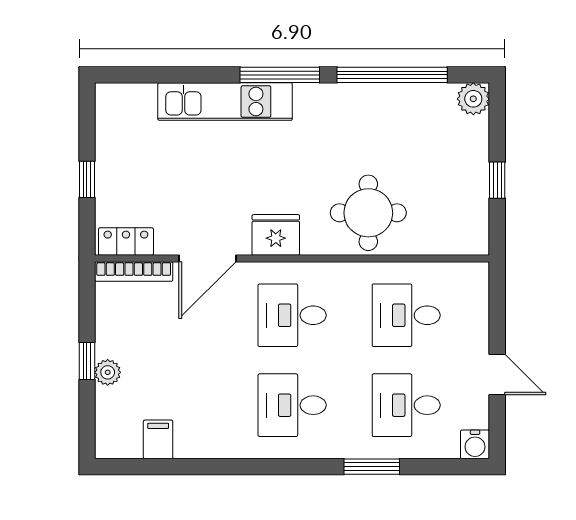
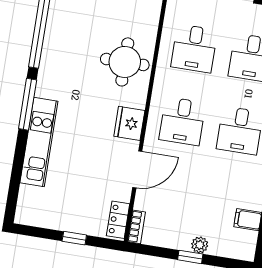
door: (207, 258) -> (137, 169), hinge flipped
bookcase: (134, 271) -> (137, 227), width x0.64

